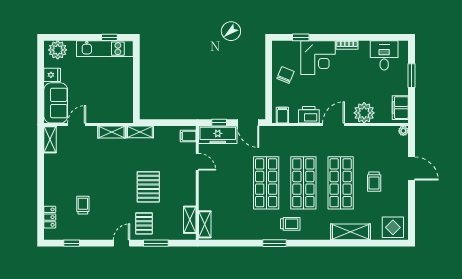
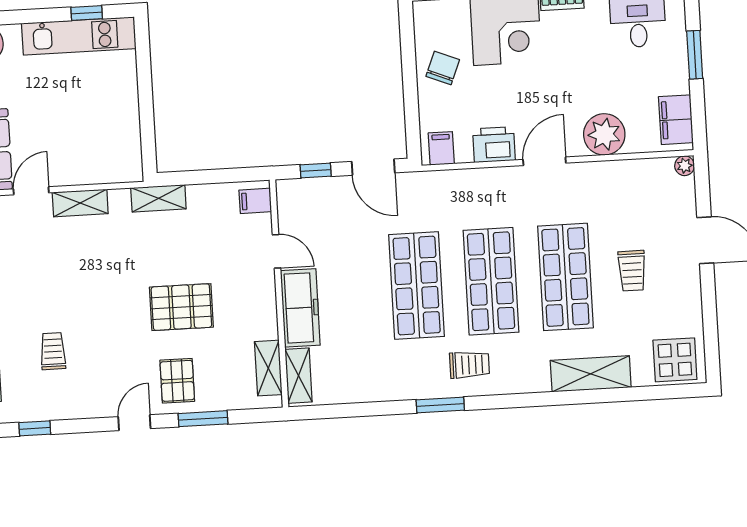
shelving: (112, 132) -> (80, 203), moved
freezer: (218, 135) -> (300, 308), moved, turned -90
pallet: (148, 187) -> (181, 307), turned 90

